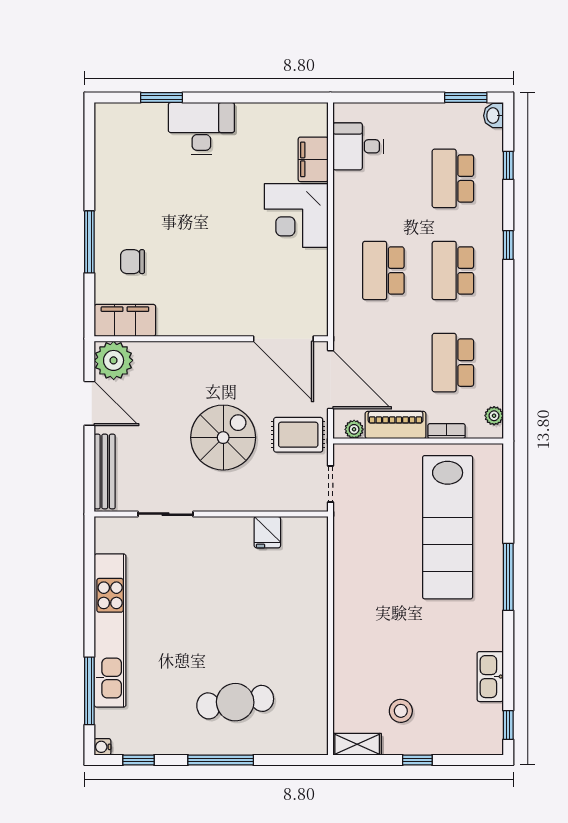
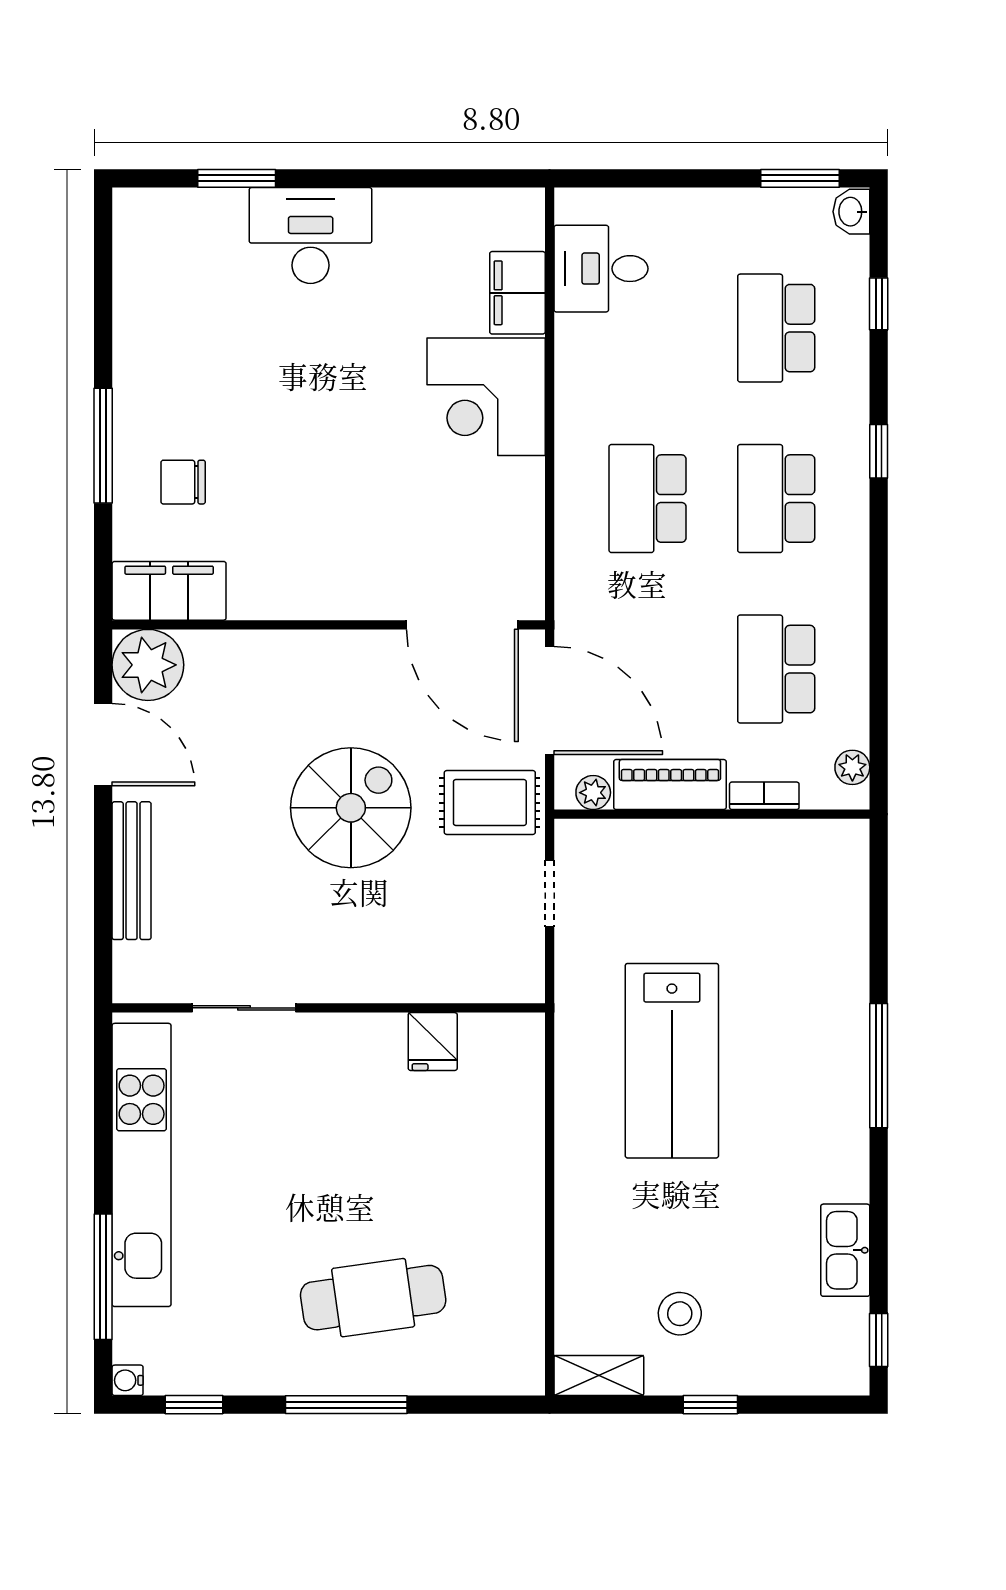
sliding door: (165, 514) -> (244, 1008), moved
wall: (211, 514) -> (329, 1008), moved
lab bench: (448, 527) -> (672, 1061), moved, width x0.73
fridge: (267, 532) -> (433, 1042), moved

